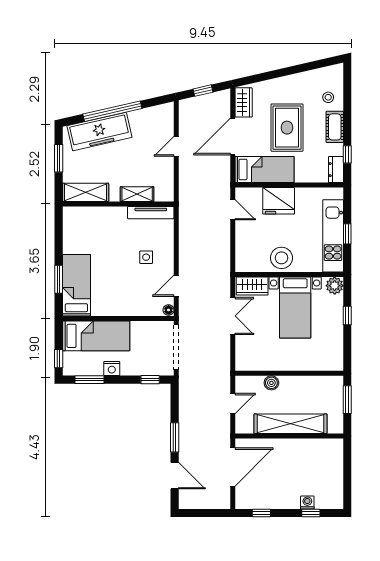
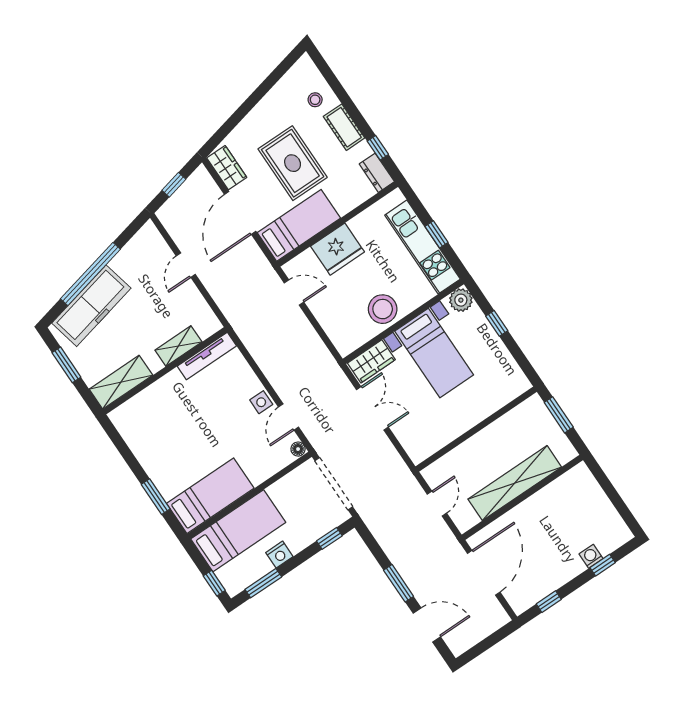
side table: (146, 257) -> (261, 402), moved
bed: (76, 285) -> (210, 496), moved, turned 90
boiler: (271, 383) -> (464, 453), removed

